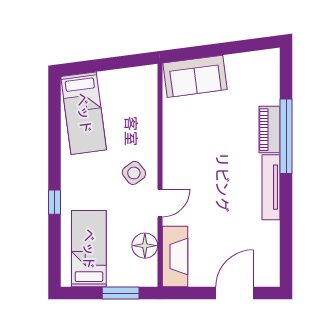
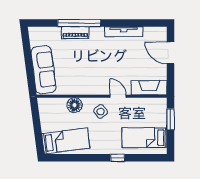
sofa: (195, 76) -> (43, 70), width x1.36
tv unit: (271, 187) -> (124, 32), moved
floor lamp: (145, 246) -> (74, 105), moved

